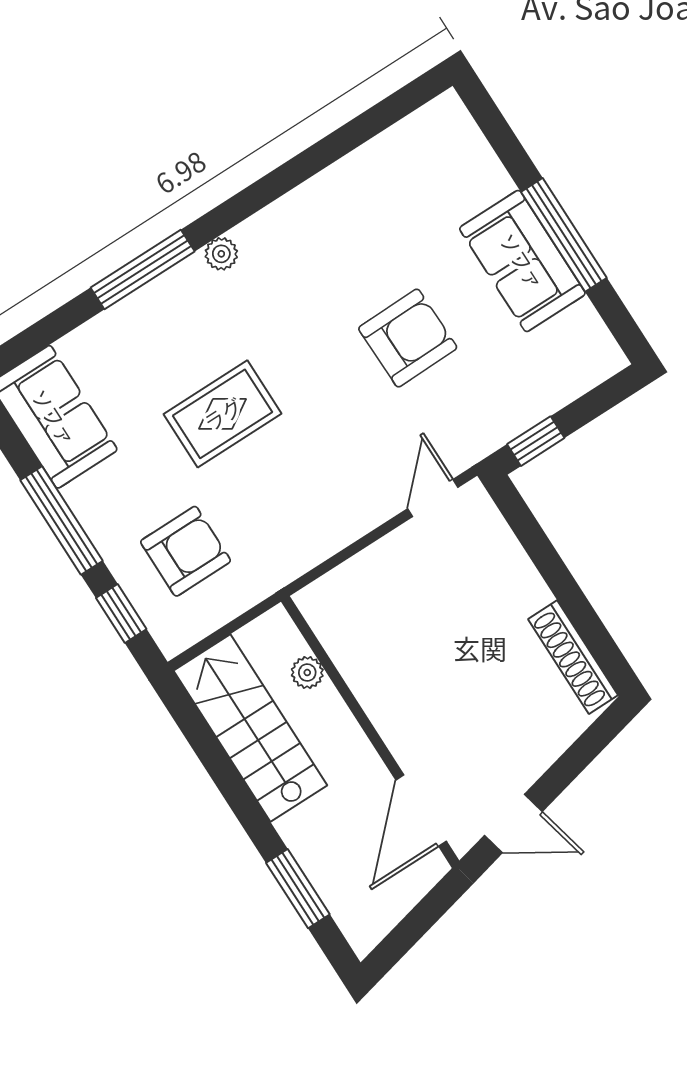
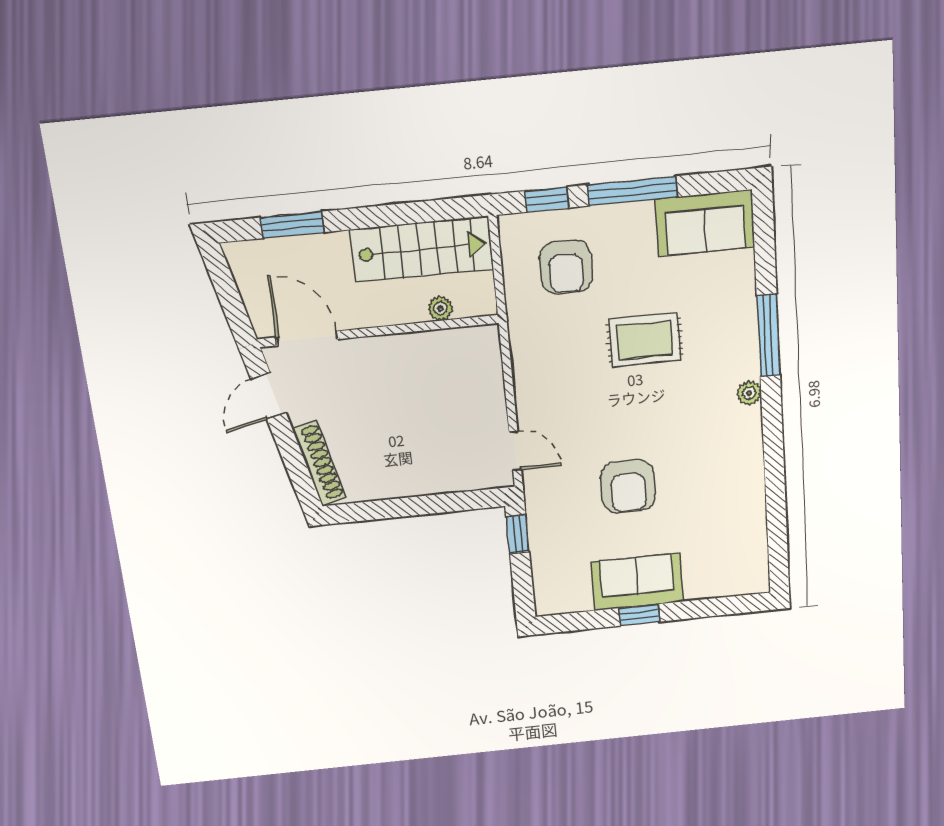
window: (564, 235) -> (639, 615), width x0.46
rug: (223, 414) -> (645, 340), turned 90
shoe rack: (573, 657) -> (319, 463), moved, turned 77

